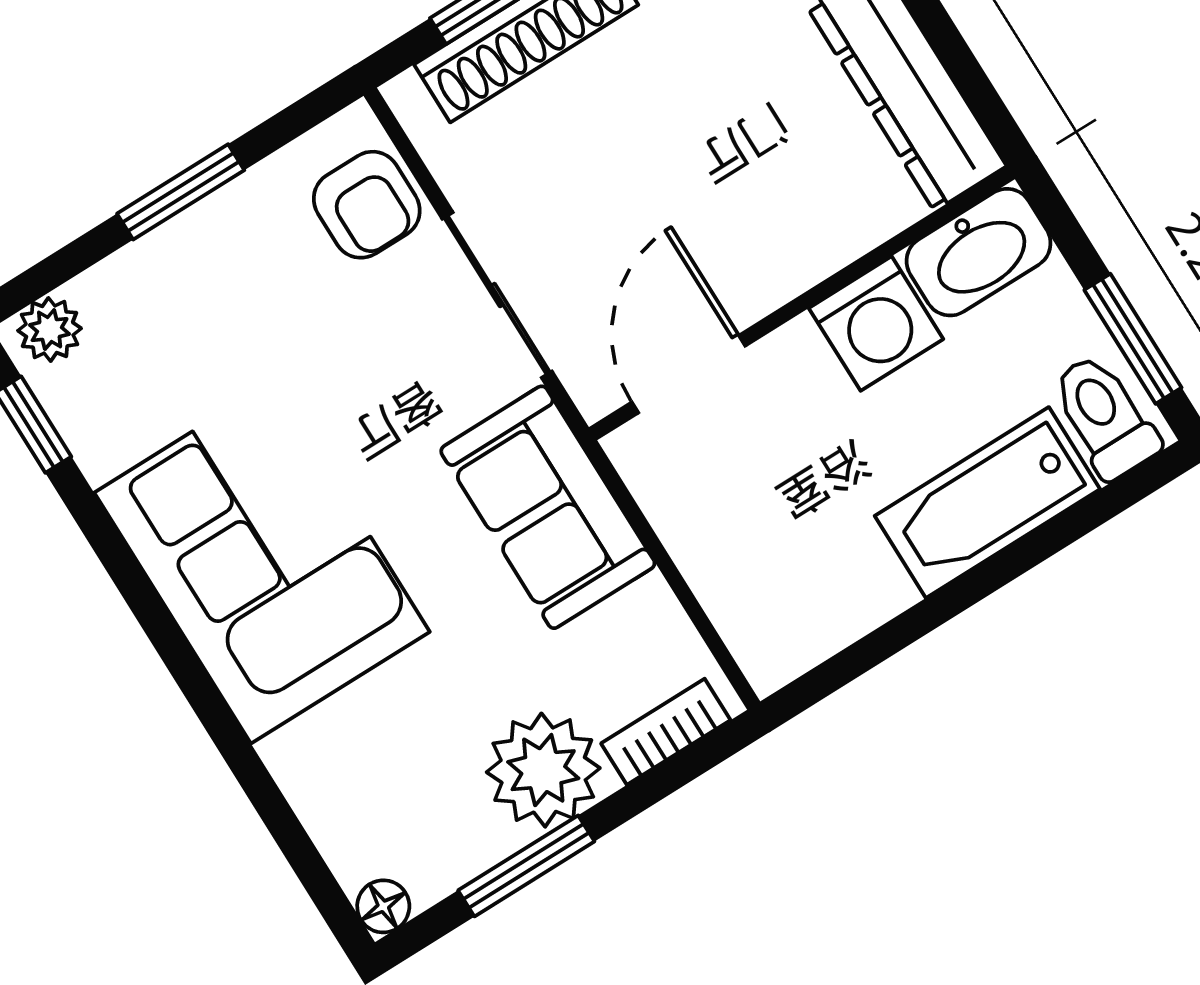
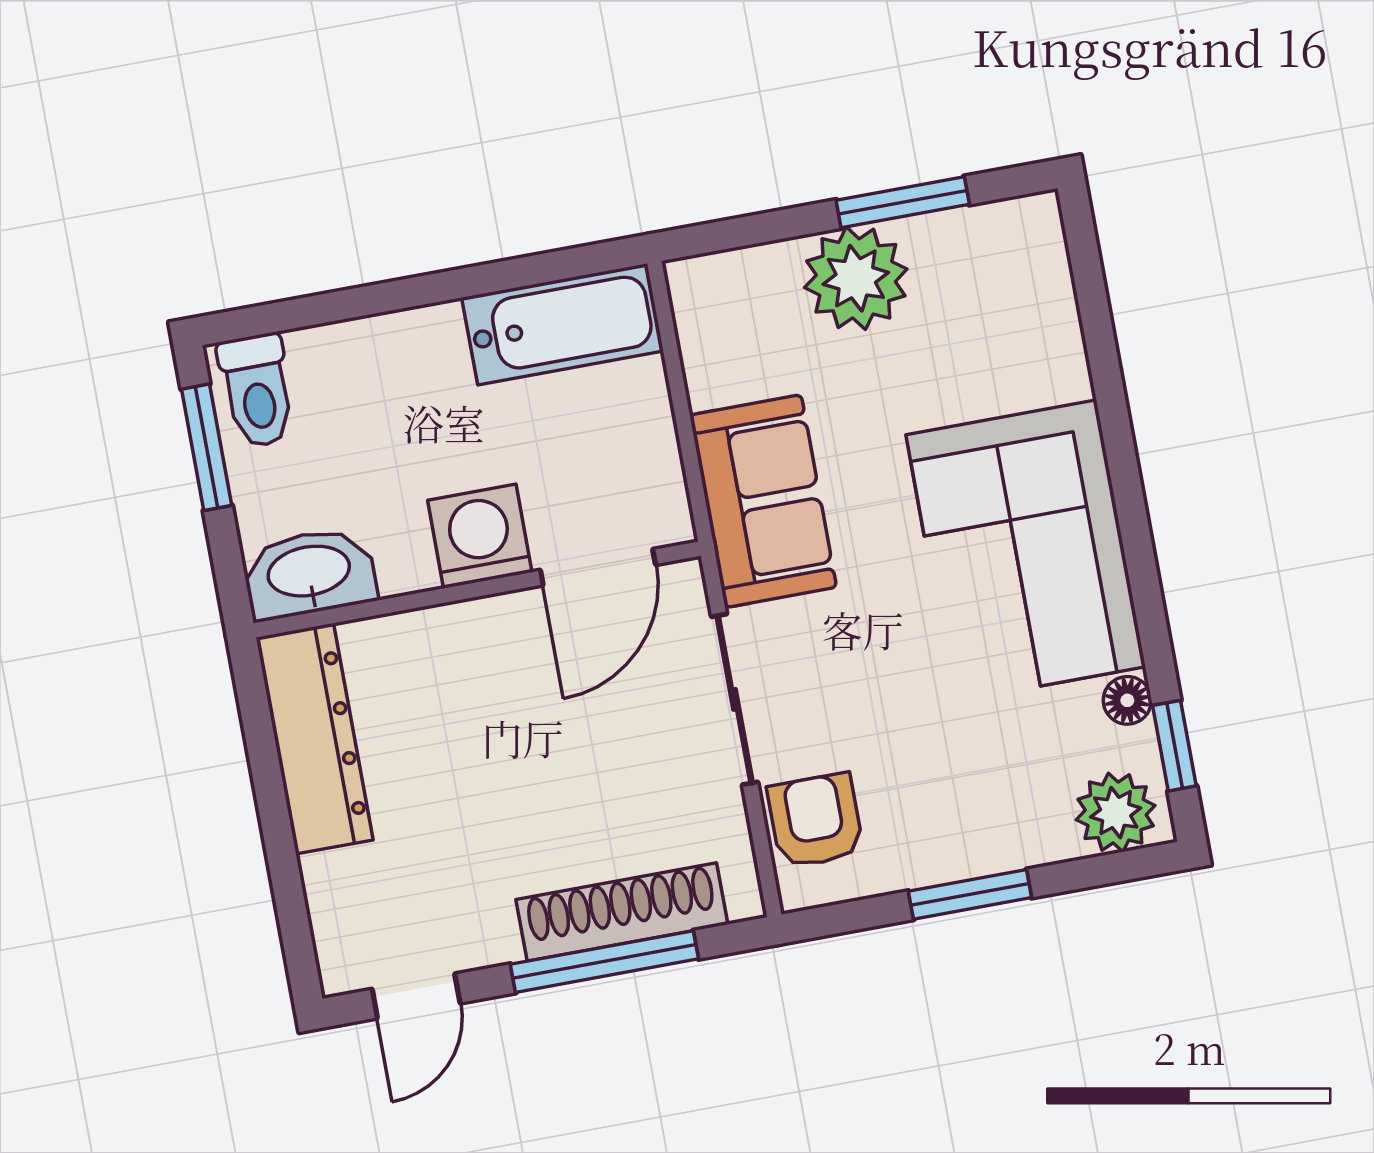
washing machine: (876, 324) -> (480, 536), moved
plant: (50, 329) -> (1116, 813), width x1.38, depth x1.38
bathtub: (987, 502) -> (563, 324), moved
bookcase: (666, 732) -> (738, 270), removed
floor lamp: (383, 906) -> (1127, 700), moved

